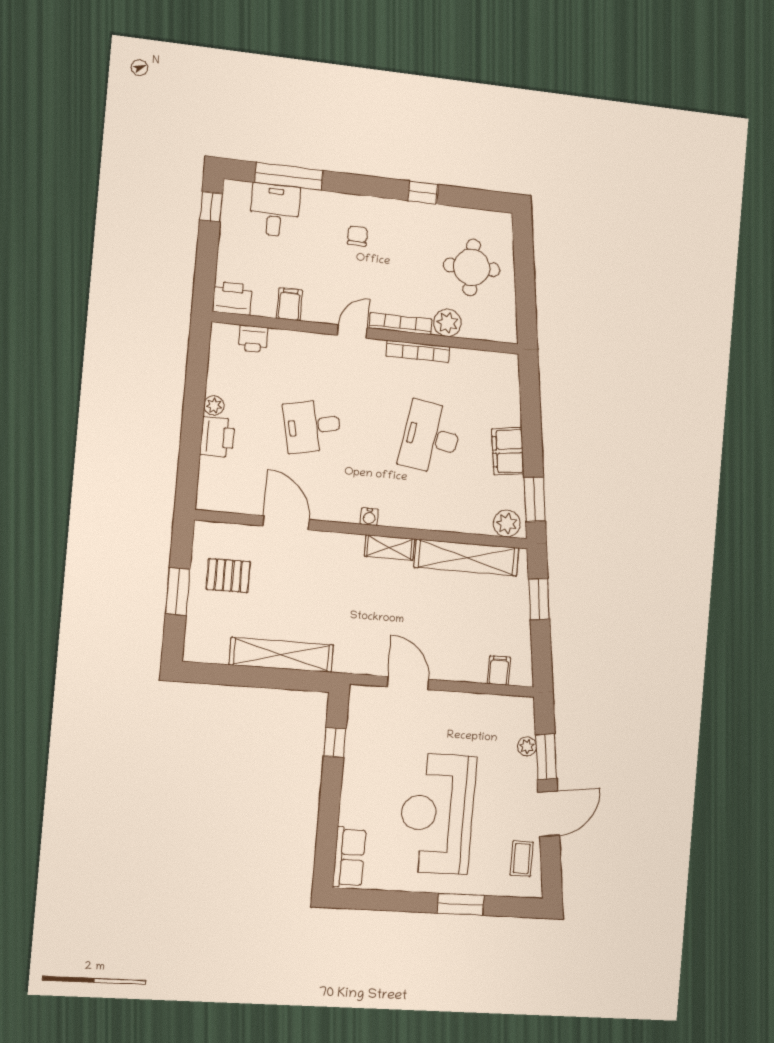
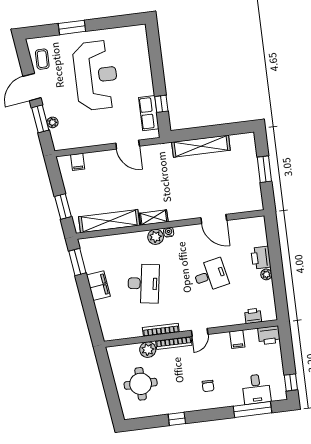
plant: (507, 524) -> (156, 237), moved
pallet: (228, 576) -> (239, 184), removed
row of seats: (349, 857) -> (149, 113), moved

